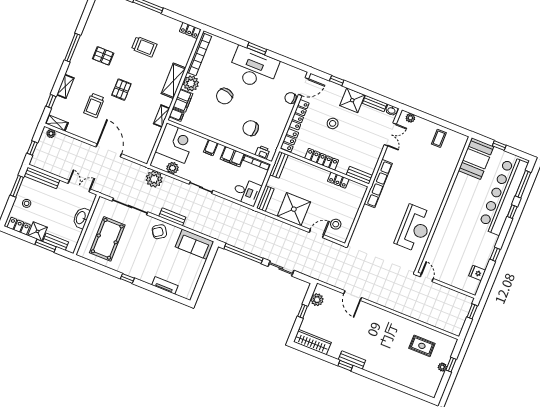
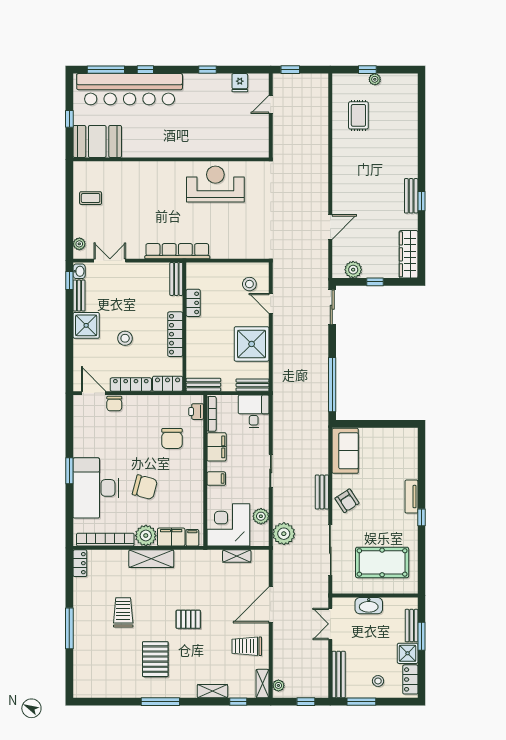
pallet: (103, 56) -> (155, 659), width x1.50, depth x1.42
desk: (253, 68) -> (96, 488), moved
window: (337, 81) -> (69, 280), moved
trolley: (94, 105) -> (247, 646), moved, turned 180
shelving: (162, 116) -> (237, 556), moved
sliding door: (281, 268) -> (332, 307), moved
door: (427, 278) -> (271, 104), moved
tv unit: (165, 285) -> (411, 497), moved

